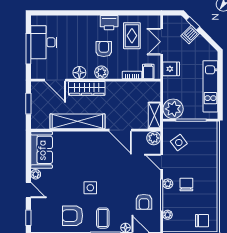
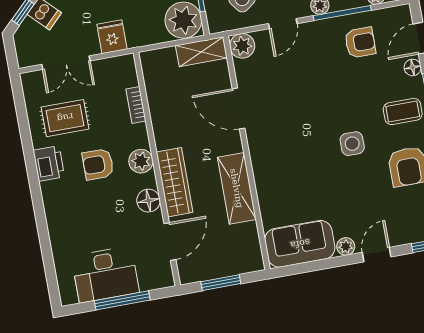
filing cabinet: (148, 71) -> (124, 77), removed
shelving: (77, 121) -> (237, 188), width x0.68
door: (120, 130) -> (239, 109), swing flipped

